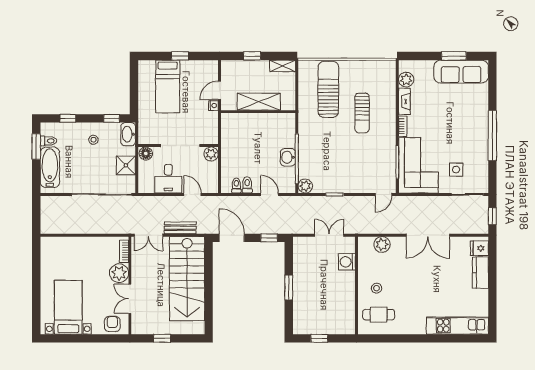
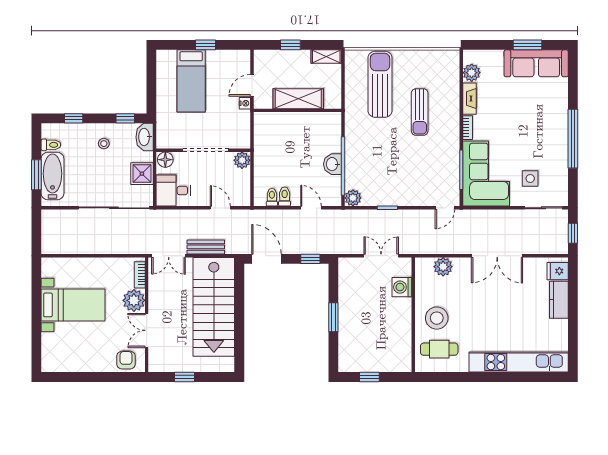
window: (36, 146) -> (36, 175), moved
desk: (168, 179) -> (173, 190), moved, turned 90
stool: (377, 288) -> (437, 318), width x1.89, depth x1.89
bed with nightstands: (68, 307) -> (73, 305), moved, turned 90
kitchen unit: (457, 326) -> (519, 362), width x1.36

